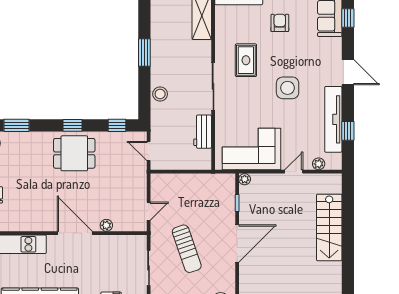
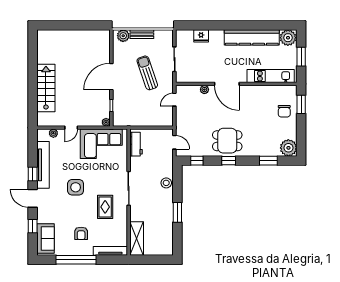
window: (348, 18) -> (33, 226), moved
window: (348, 131) -> (33, 174), moved
workbench: (203, 132) -> (136, 144), moved

